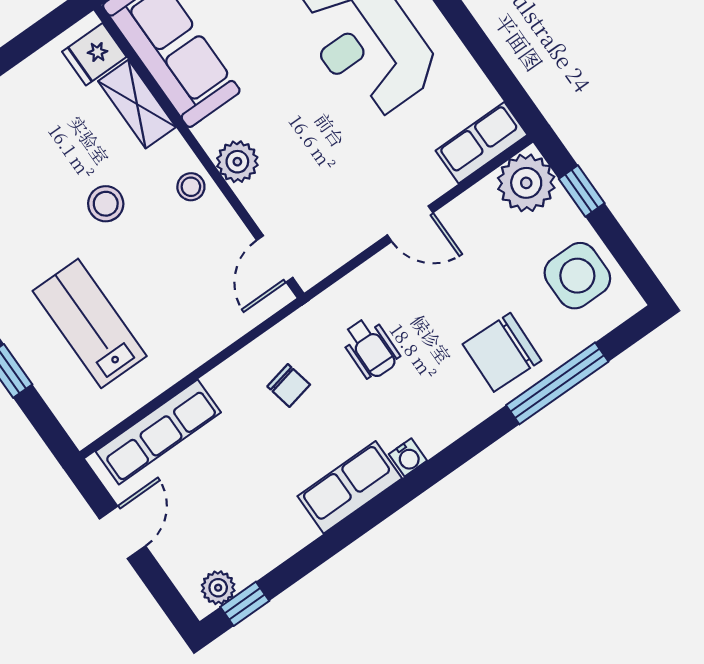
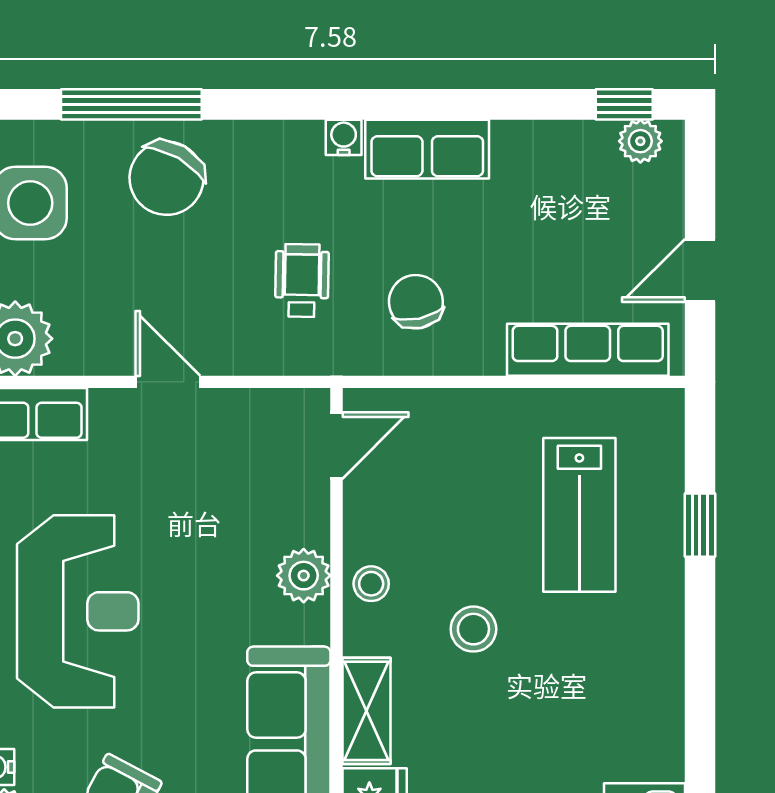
chair: (502, 352) -> (166, 178), turned 118
chair: (289, 385) -> (416, 302), width x1.37, depth x1.37

